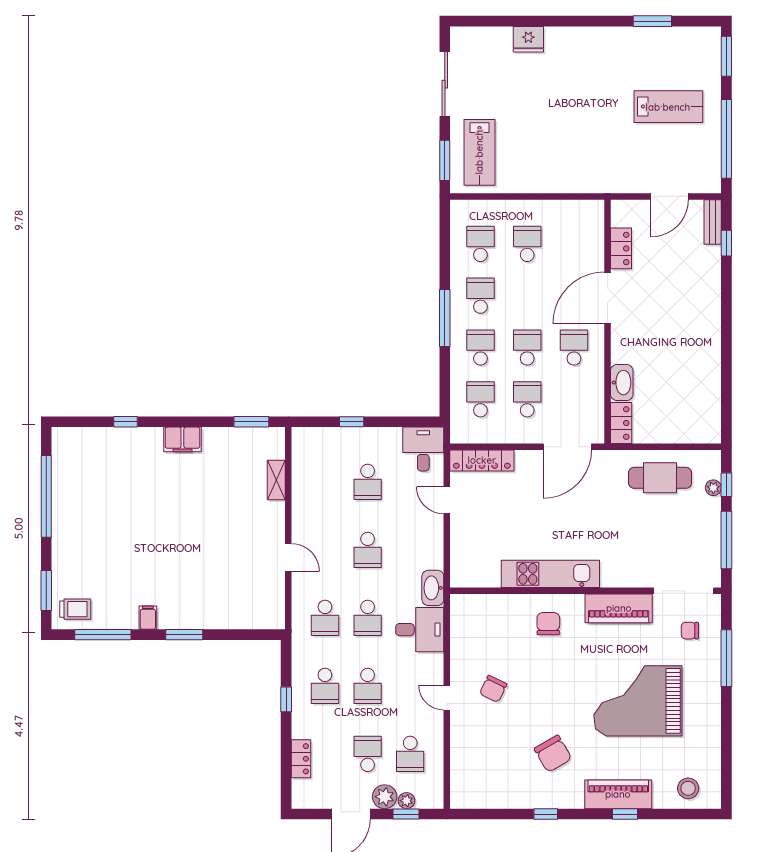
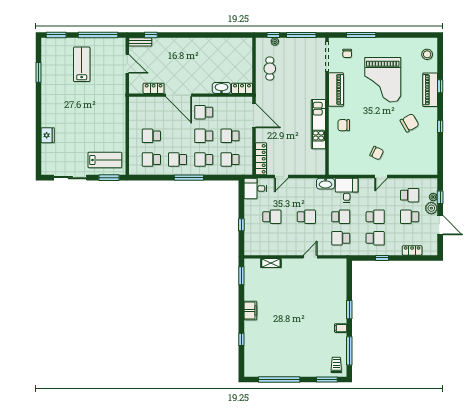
cafe table: (660, 478) -> (270, 69), width x0.73, depth x0.74
school desk: (325, 618) -> (341, 238), turned 180

